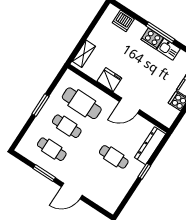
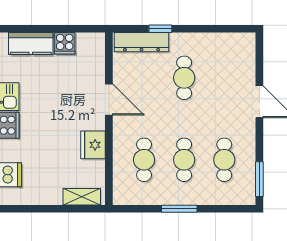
cafe table: (82, 103) -> (144, 160), width x0.73, depth x0.74
window: (144, 171) -> (160, 29), moved
window: (44, 173) -> (259, 179), moved

